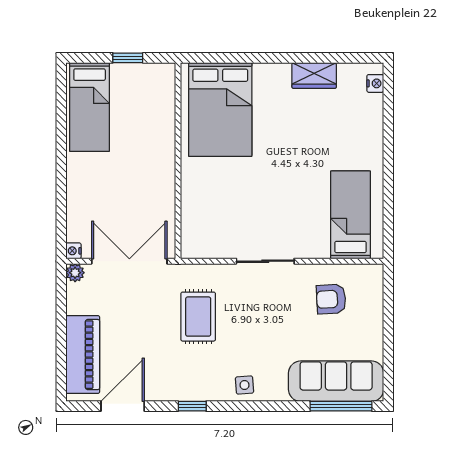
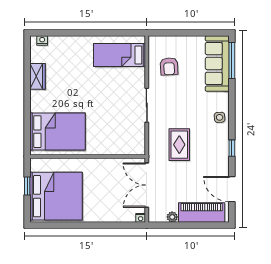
bed: (90, 107) -> (56, 196), width x2.04
plant: (75, 273) -> (172, 217), moved
rug: (198, 317) -> (179, 145), turned 90

